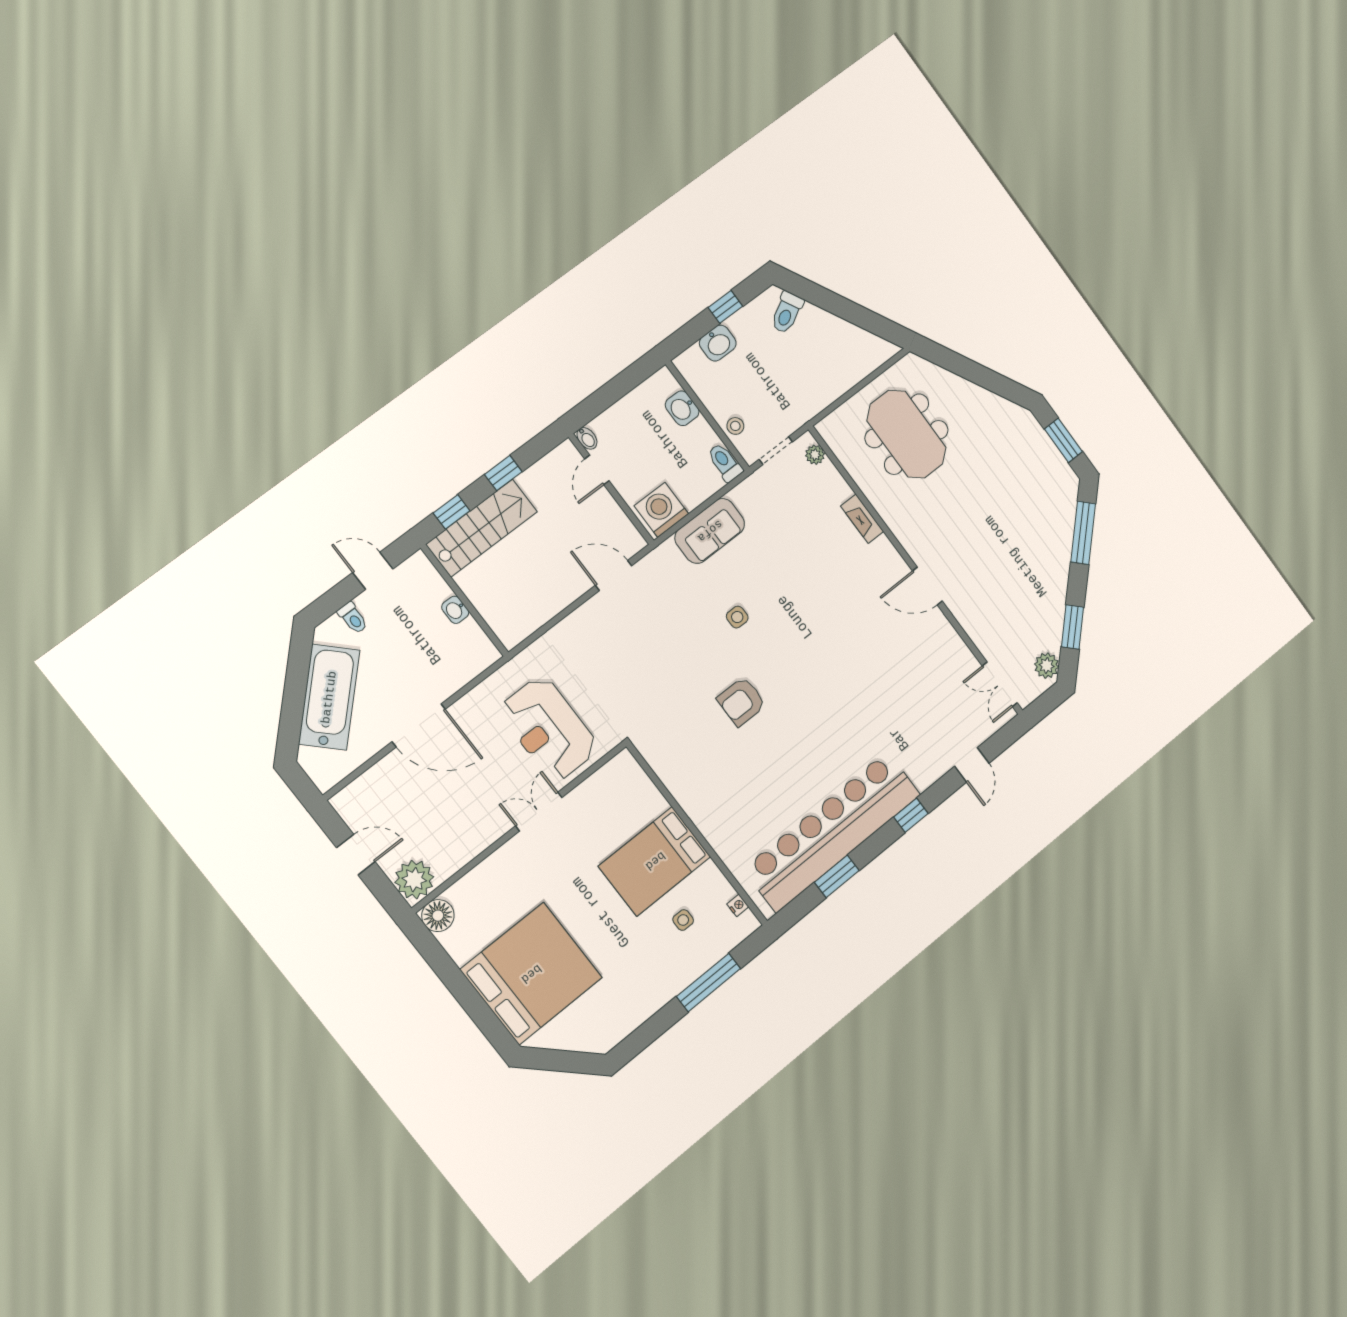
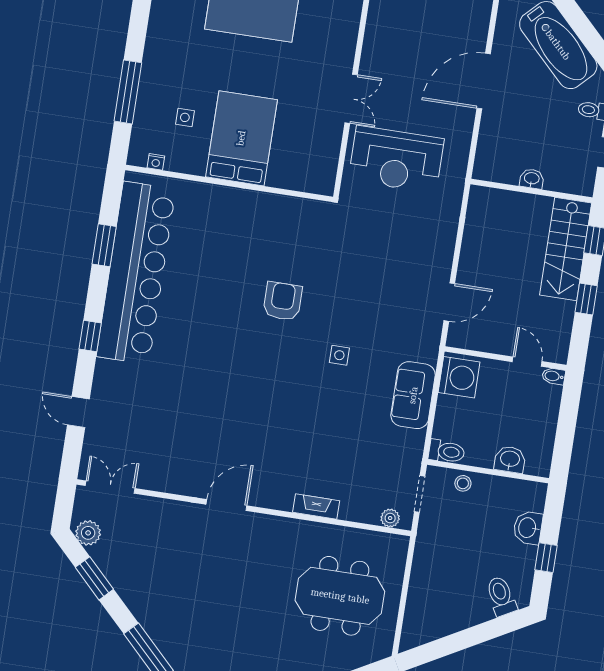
reception desk: (549, 729) -> (396, 159), turned 180

